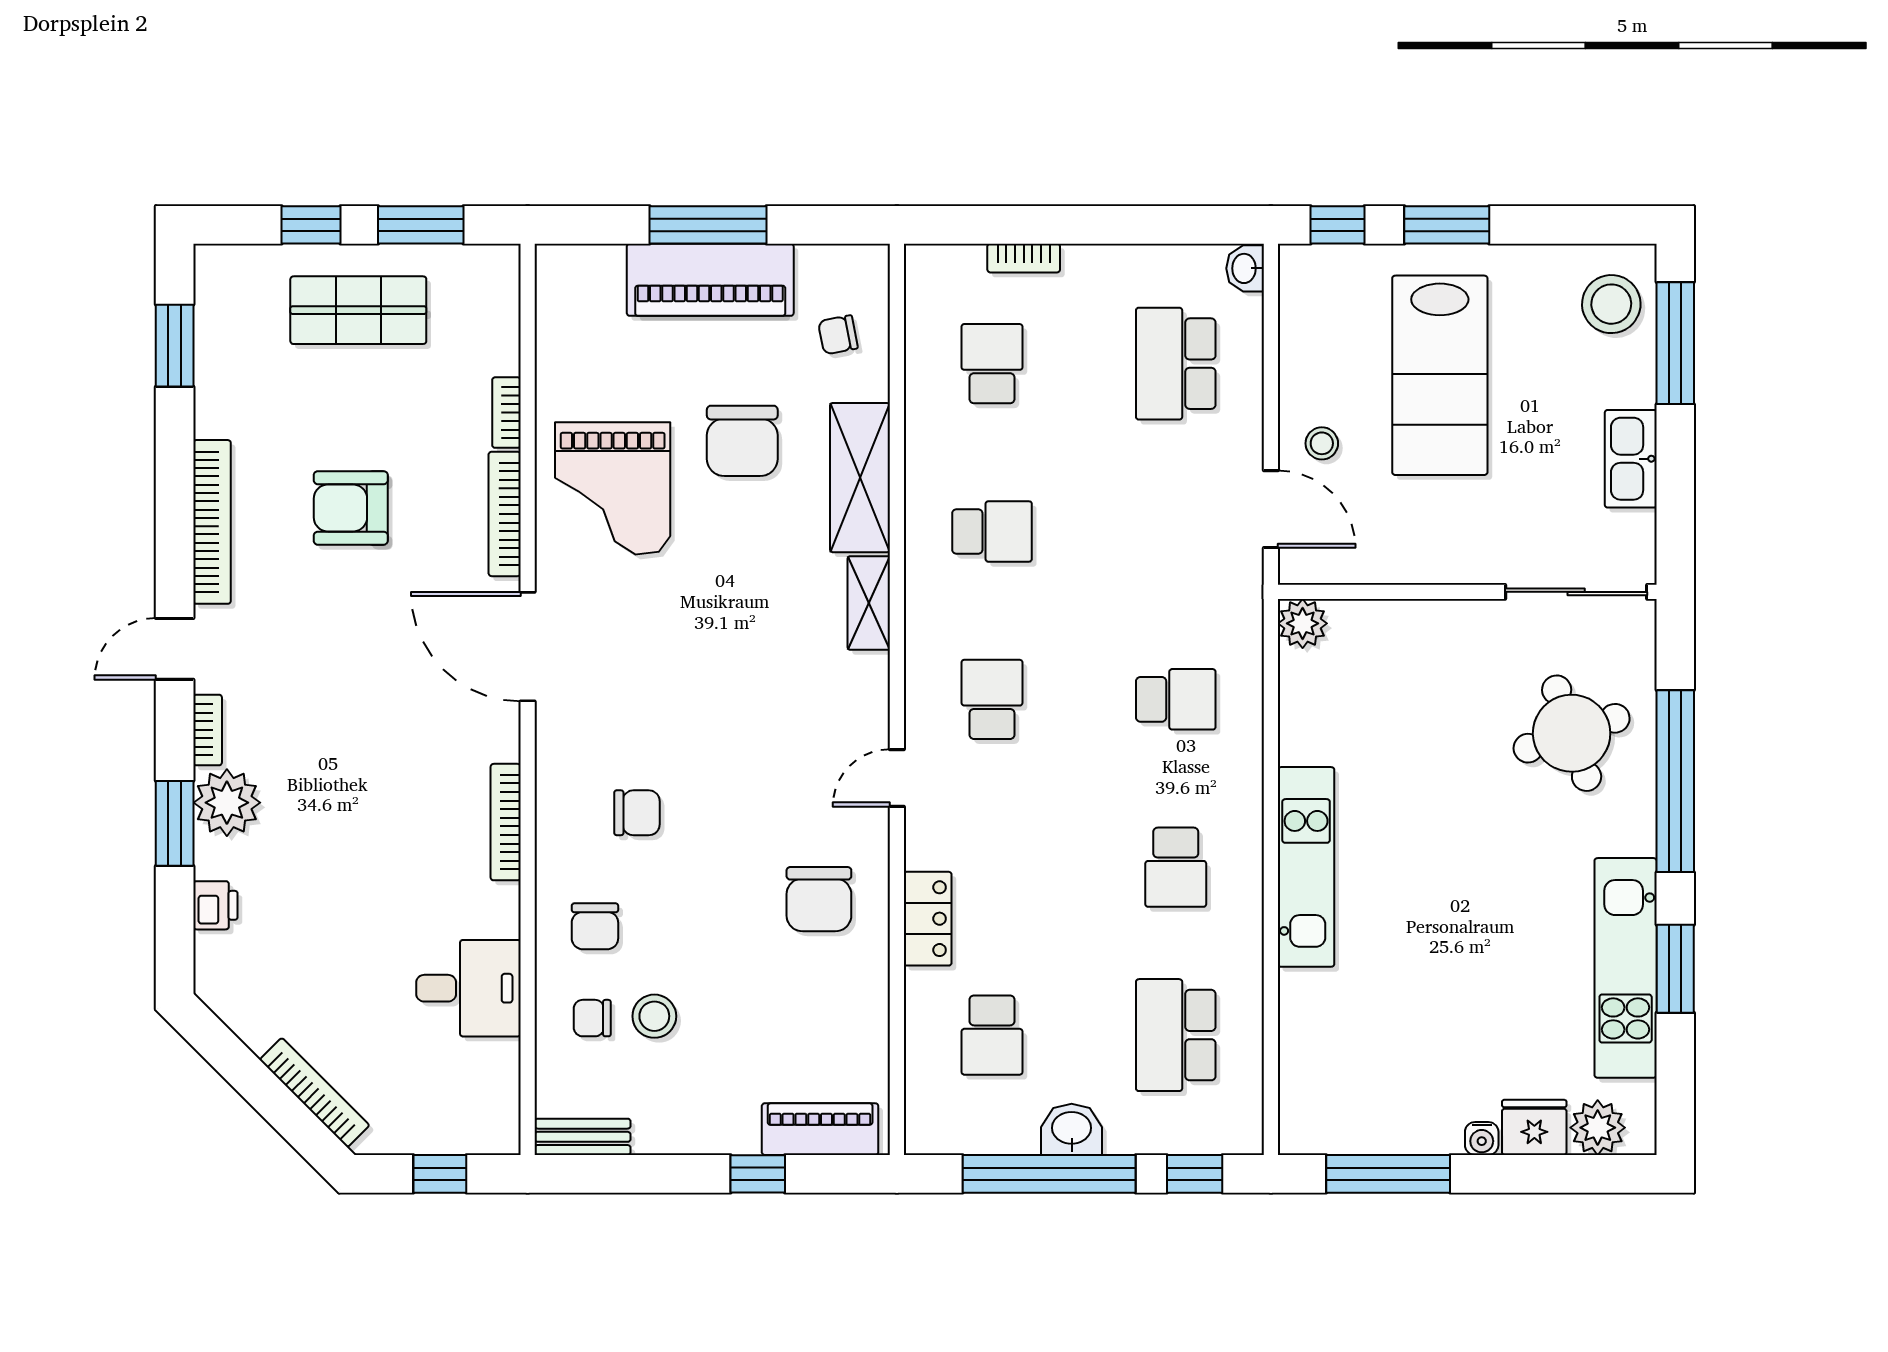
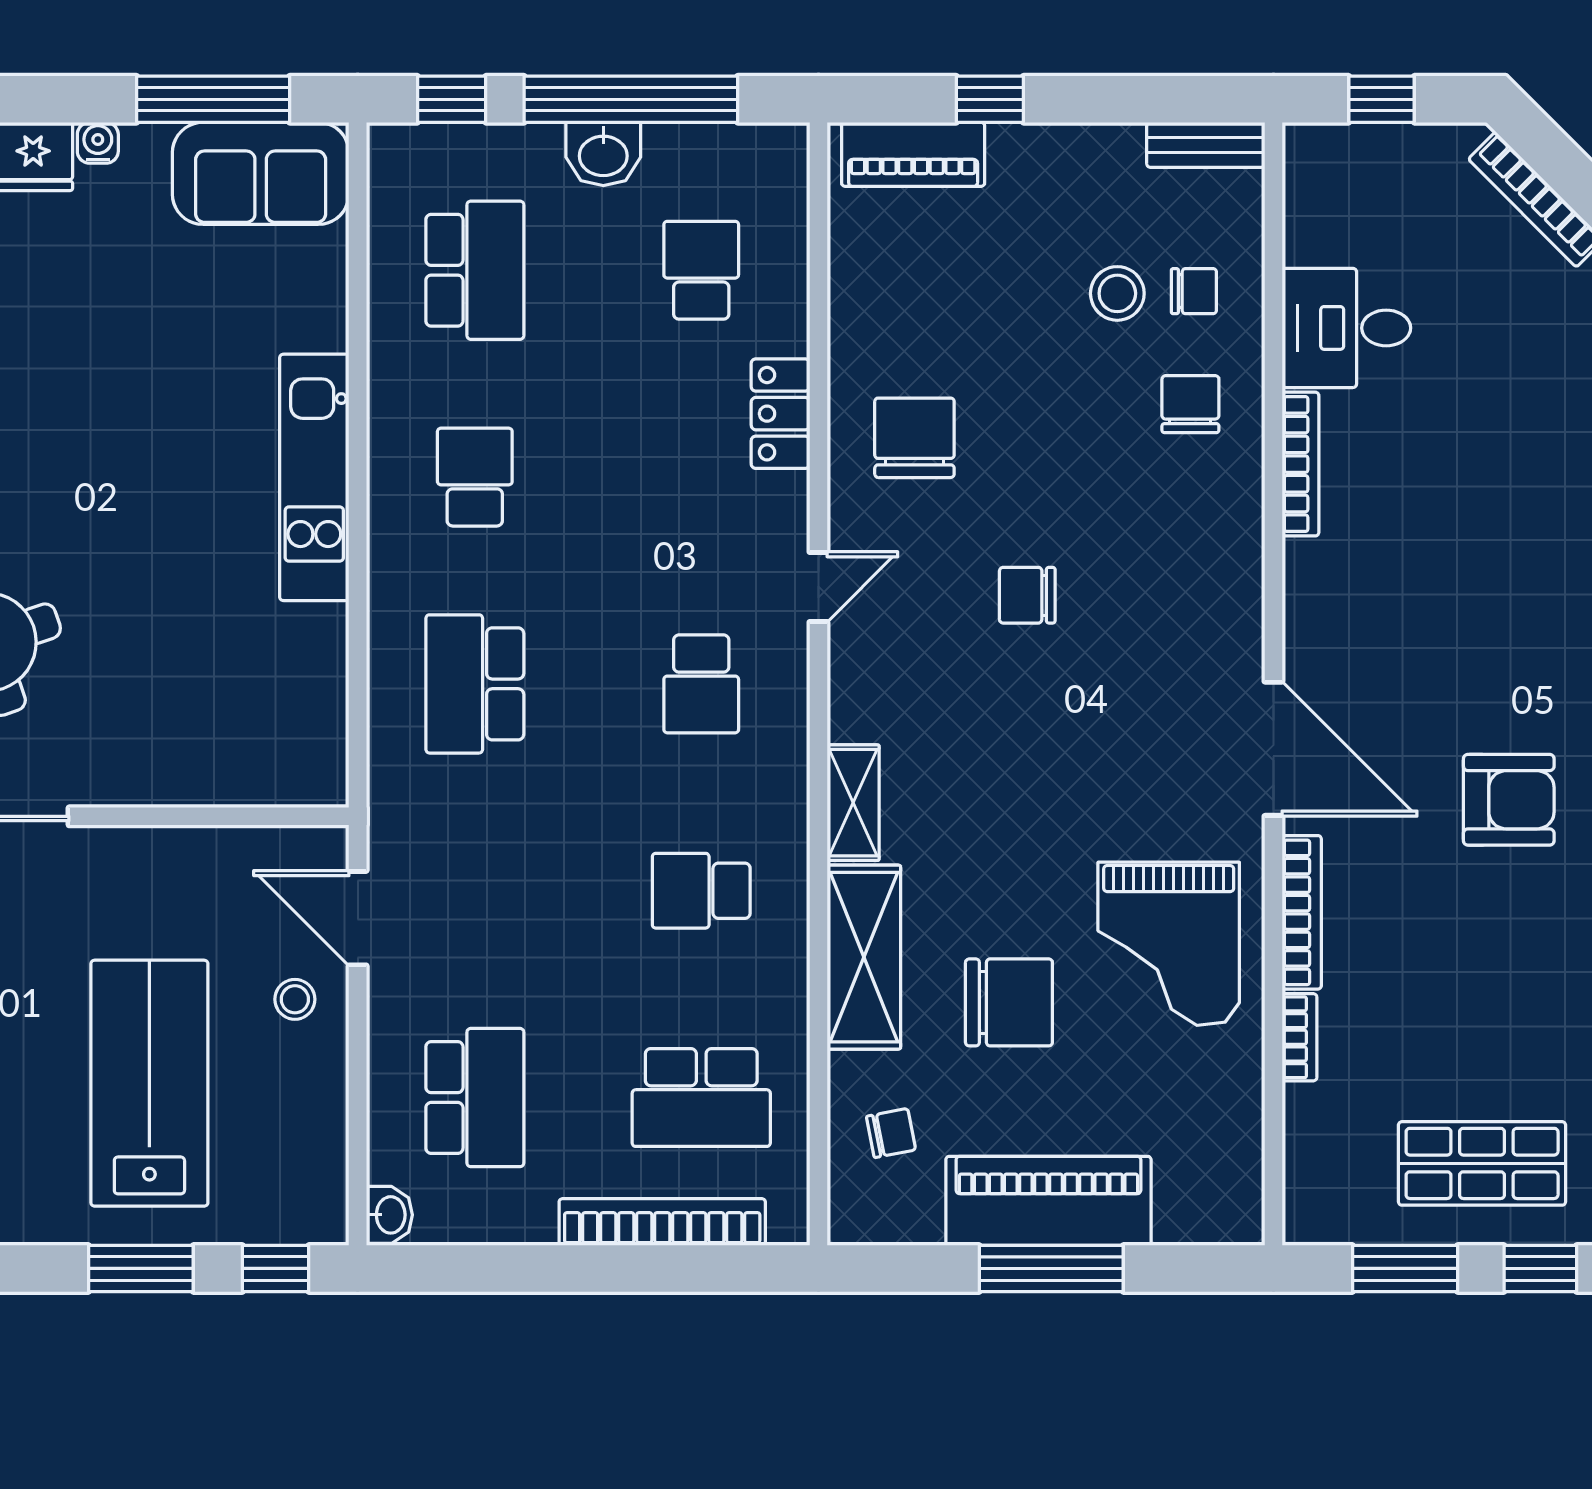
bookcase: (1024, 258) -> (662, 1222), width x2.31, depth x1.31
school desk: (992, 364) -> (701, 1098), width x1.85
chair: (742, 441) -> (1009, 1002), turned 90
grand piano: (613, 488) -> (1169, 944), turned 180
armchair: (351, 508) -> (1509, 800), moved
plant: (1303, 623) -> (319, 777), removed
school desk: (1176, 699) -> (475, 684), width x1.85
chair: (637, 813) -> (1027, 595), moved
bookcase: (506, 822) -> (1300, 464), moved
sofa: (1350, 1114) -> (261, 173), added

